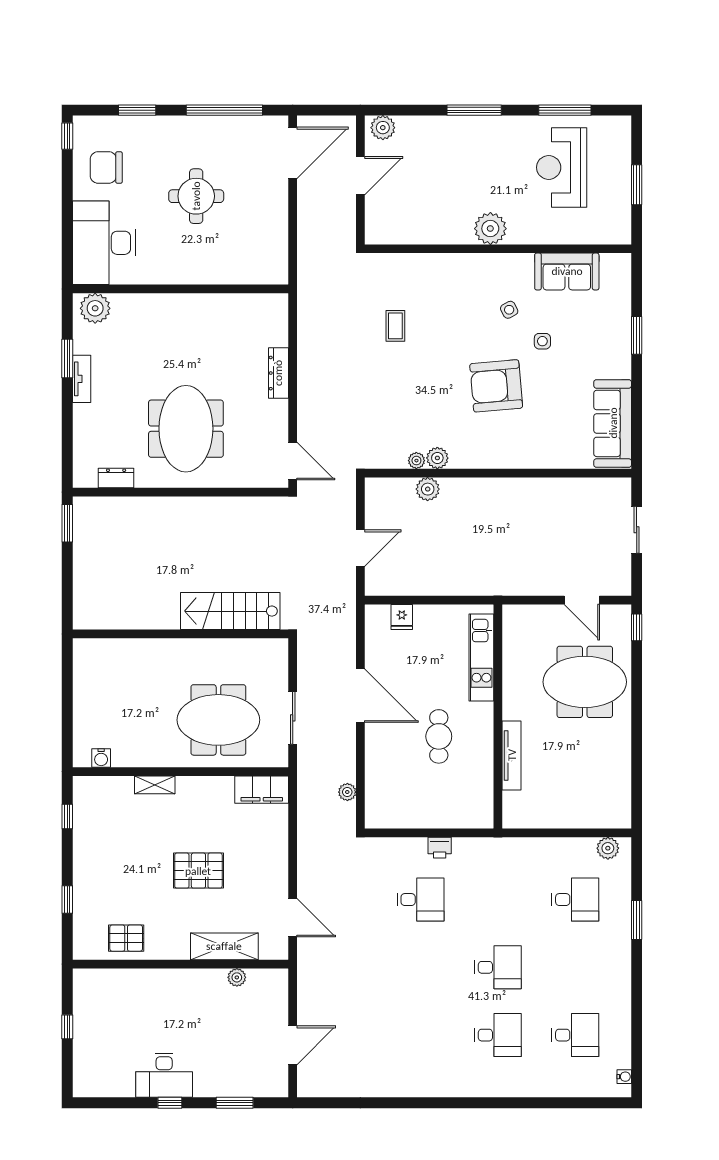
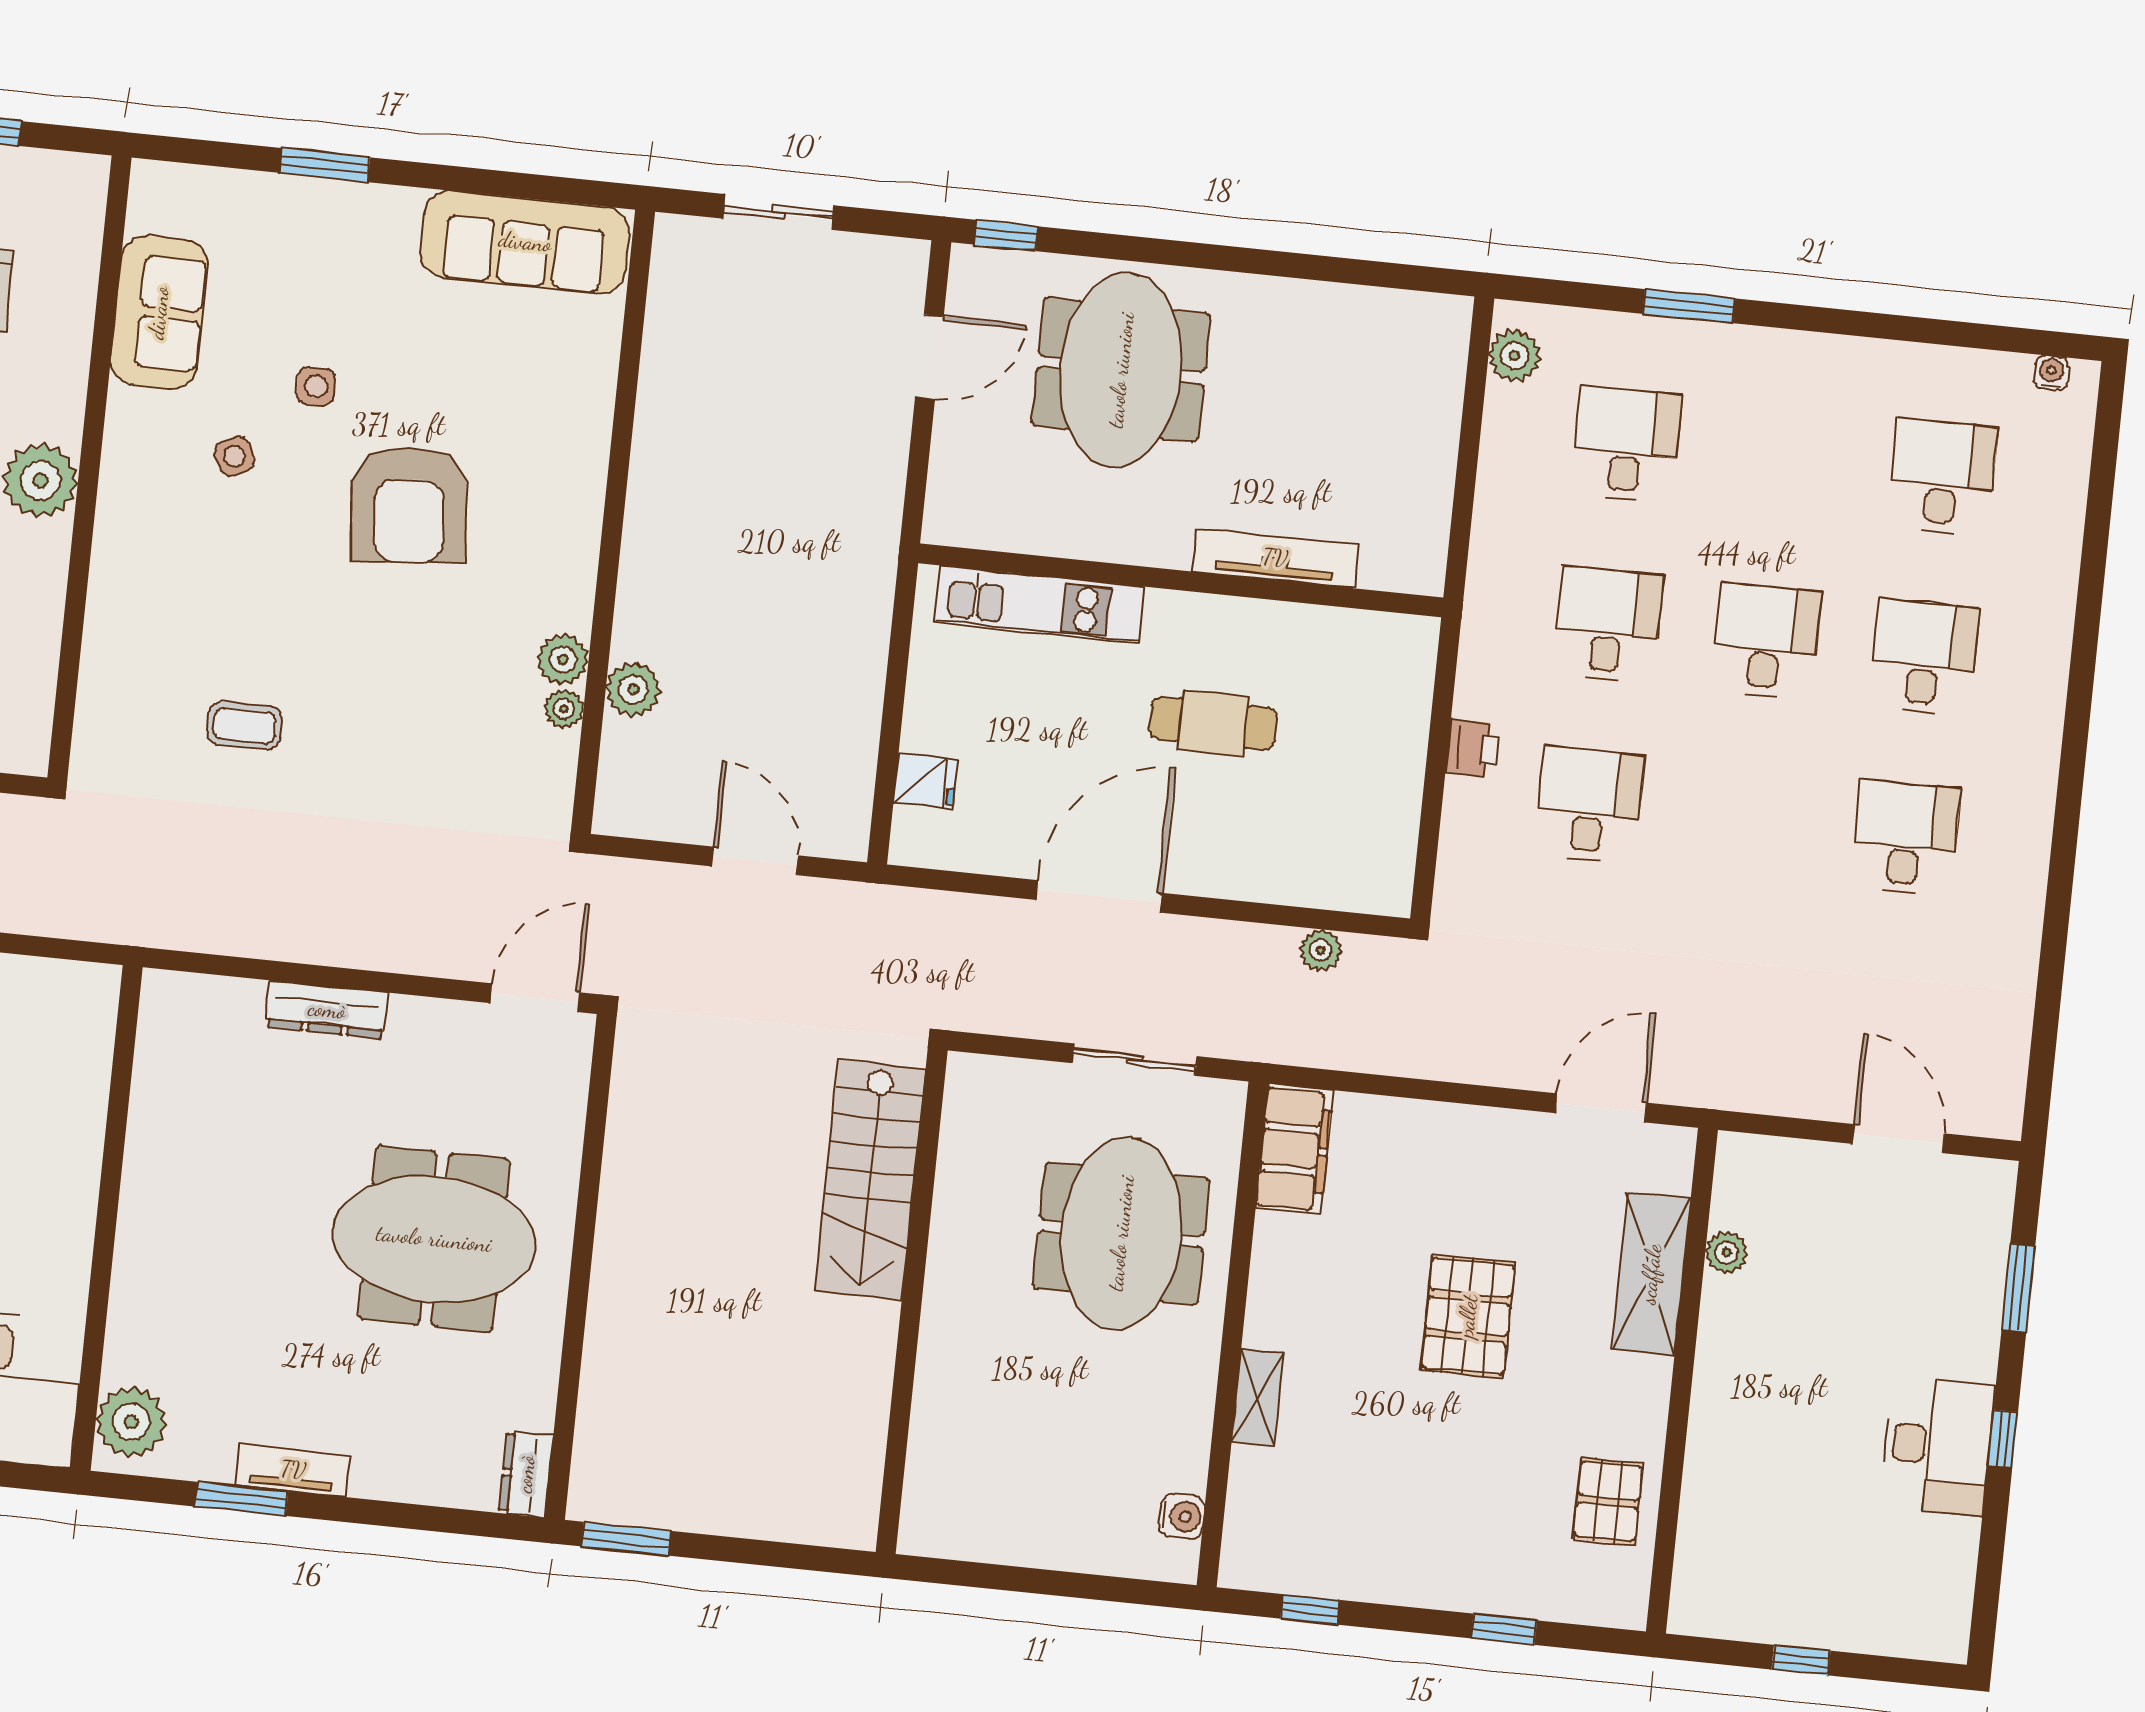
dresser: (116, 478) -> (526, 1474), moved
desk: (498, 900) -> (1608, 625), added
desk: (421, 1035) -> (1905, 838), added

